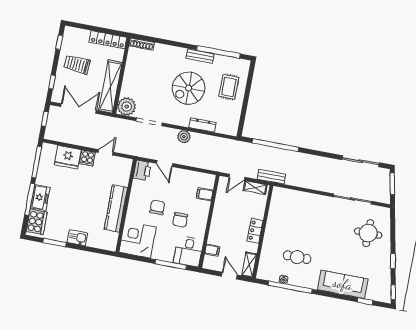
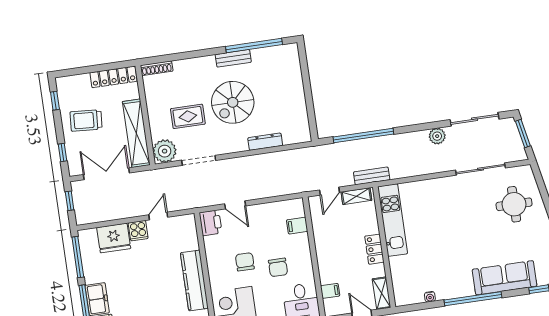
rug: (229, 87) -> (188, 116), moved, turned 90
plant: (184, 137) -> (437, 136), moved
kitchen unit: (276, 214) -> (393, 220), added
cafe table: (297, 257) -> (437, 264), removed
window: (290, 287) -> (473, 299), moved

